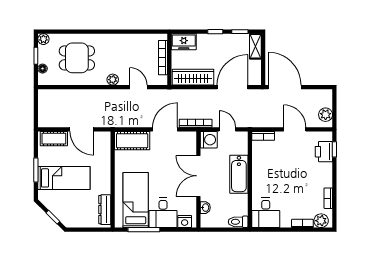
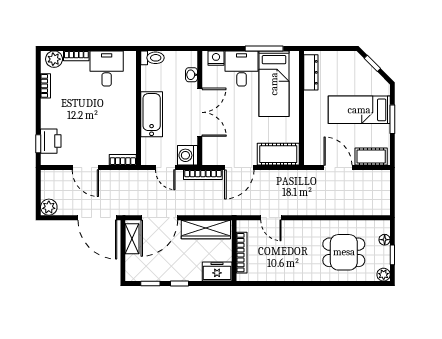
shelving: (255, 46) -> (132, 239), moved
plant: (113, 80) -> (301, 227), removed
plant: (326, 115) -> (49, 207), moved
desk: (266, 213) -> (107, 68), moved

